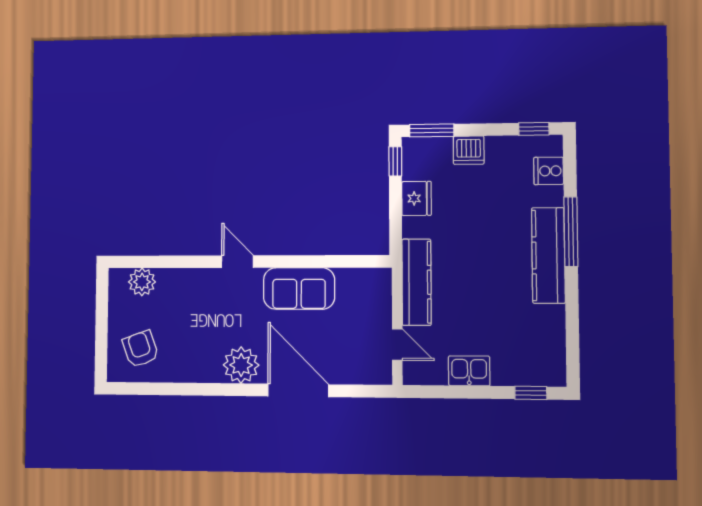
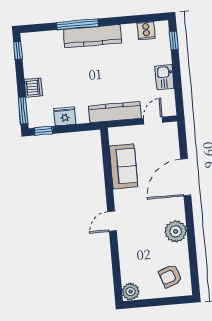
cooker: (549, 171) -> (146, 31), moved
plant: (142, 282) -> (131, 292), moved
sofa: (299, 288) -> (124, 166), moved
plant: (241, 365) -> (176, 231), moved

